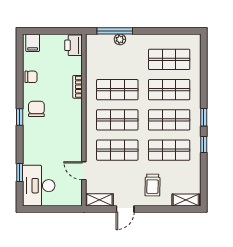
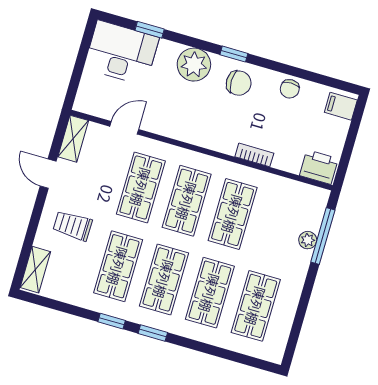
plant: (33, 139) -> (194, 65), added

